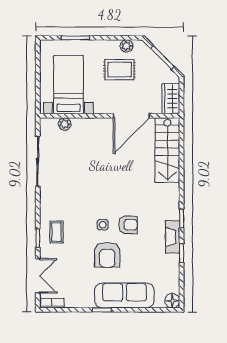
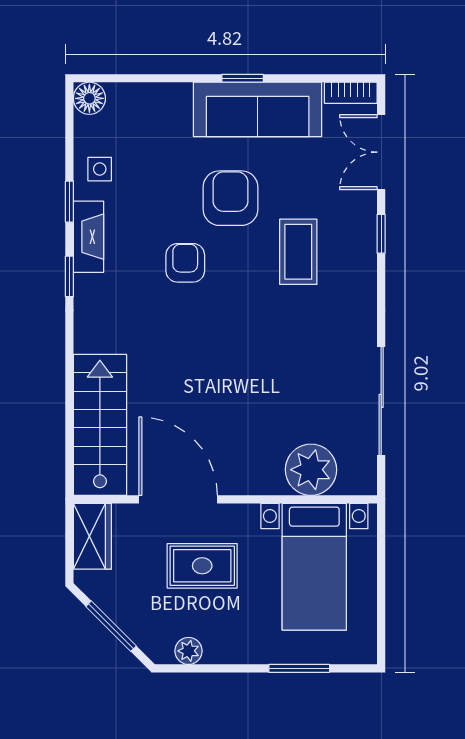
rug: (119, 70) -> (202, 566), moved
door: (131, 116) -> (178, 499), hinge flipped
plant: (65, 124) -> (311, 470), width x1.87, depth x1.87
side table: (103, 225) -> (100, 169), moved
armchair: (128, 225) -> (185, 263), turned 90
coffee table: (57, 232) -> (298, 252), moved, width x1.36, depth x1.30
sofa: (124, 296) -> (258, 109), moved

